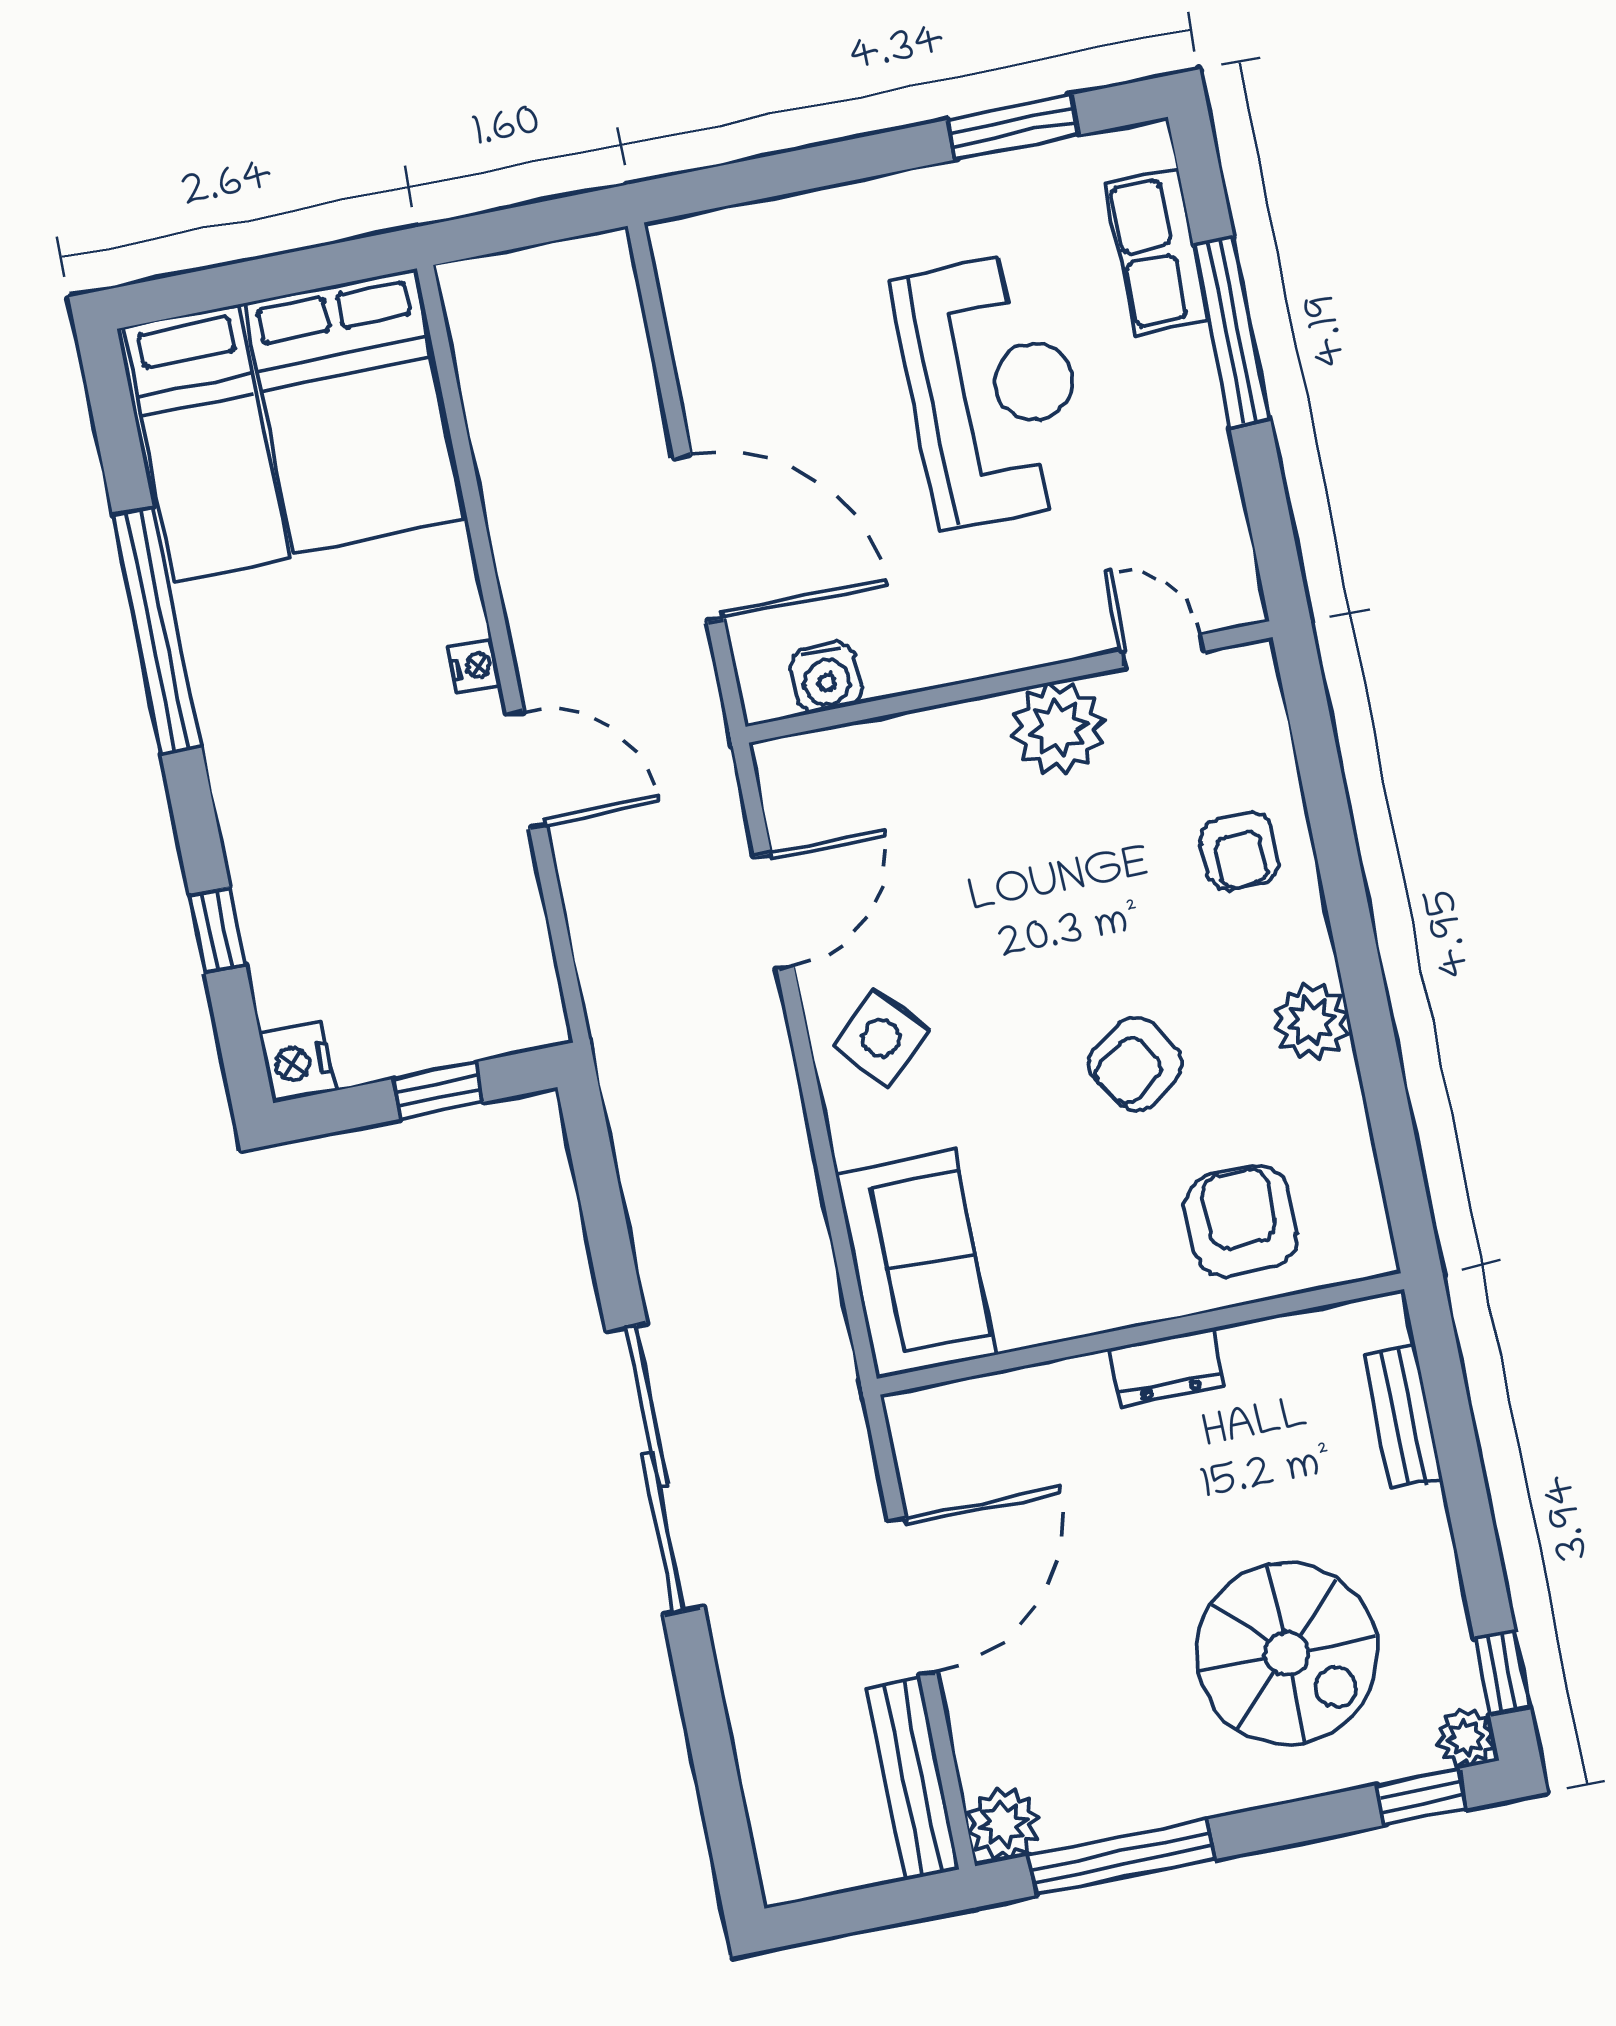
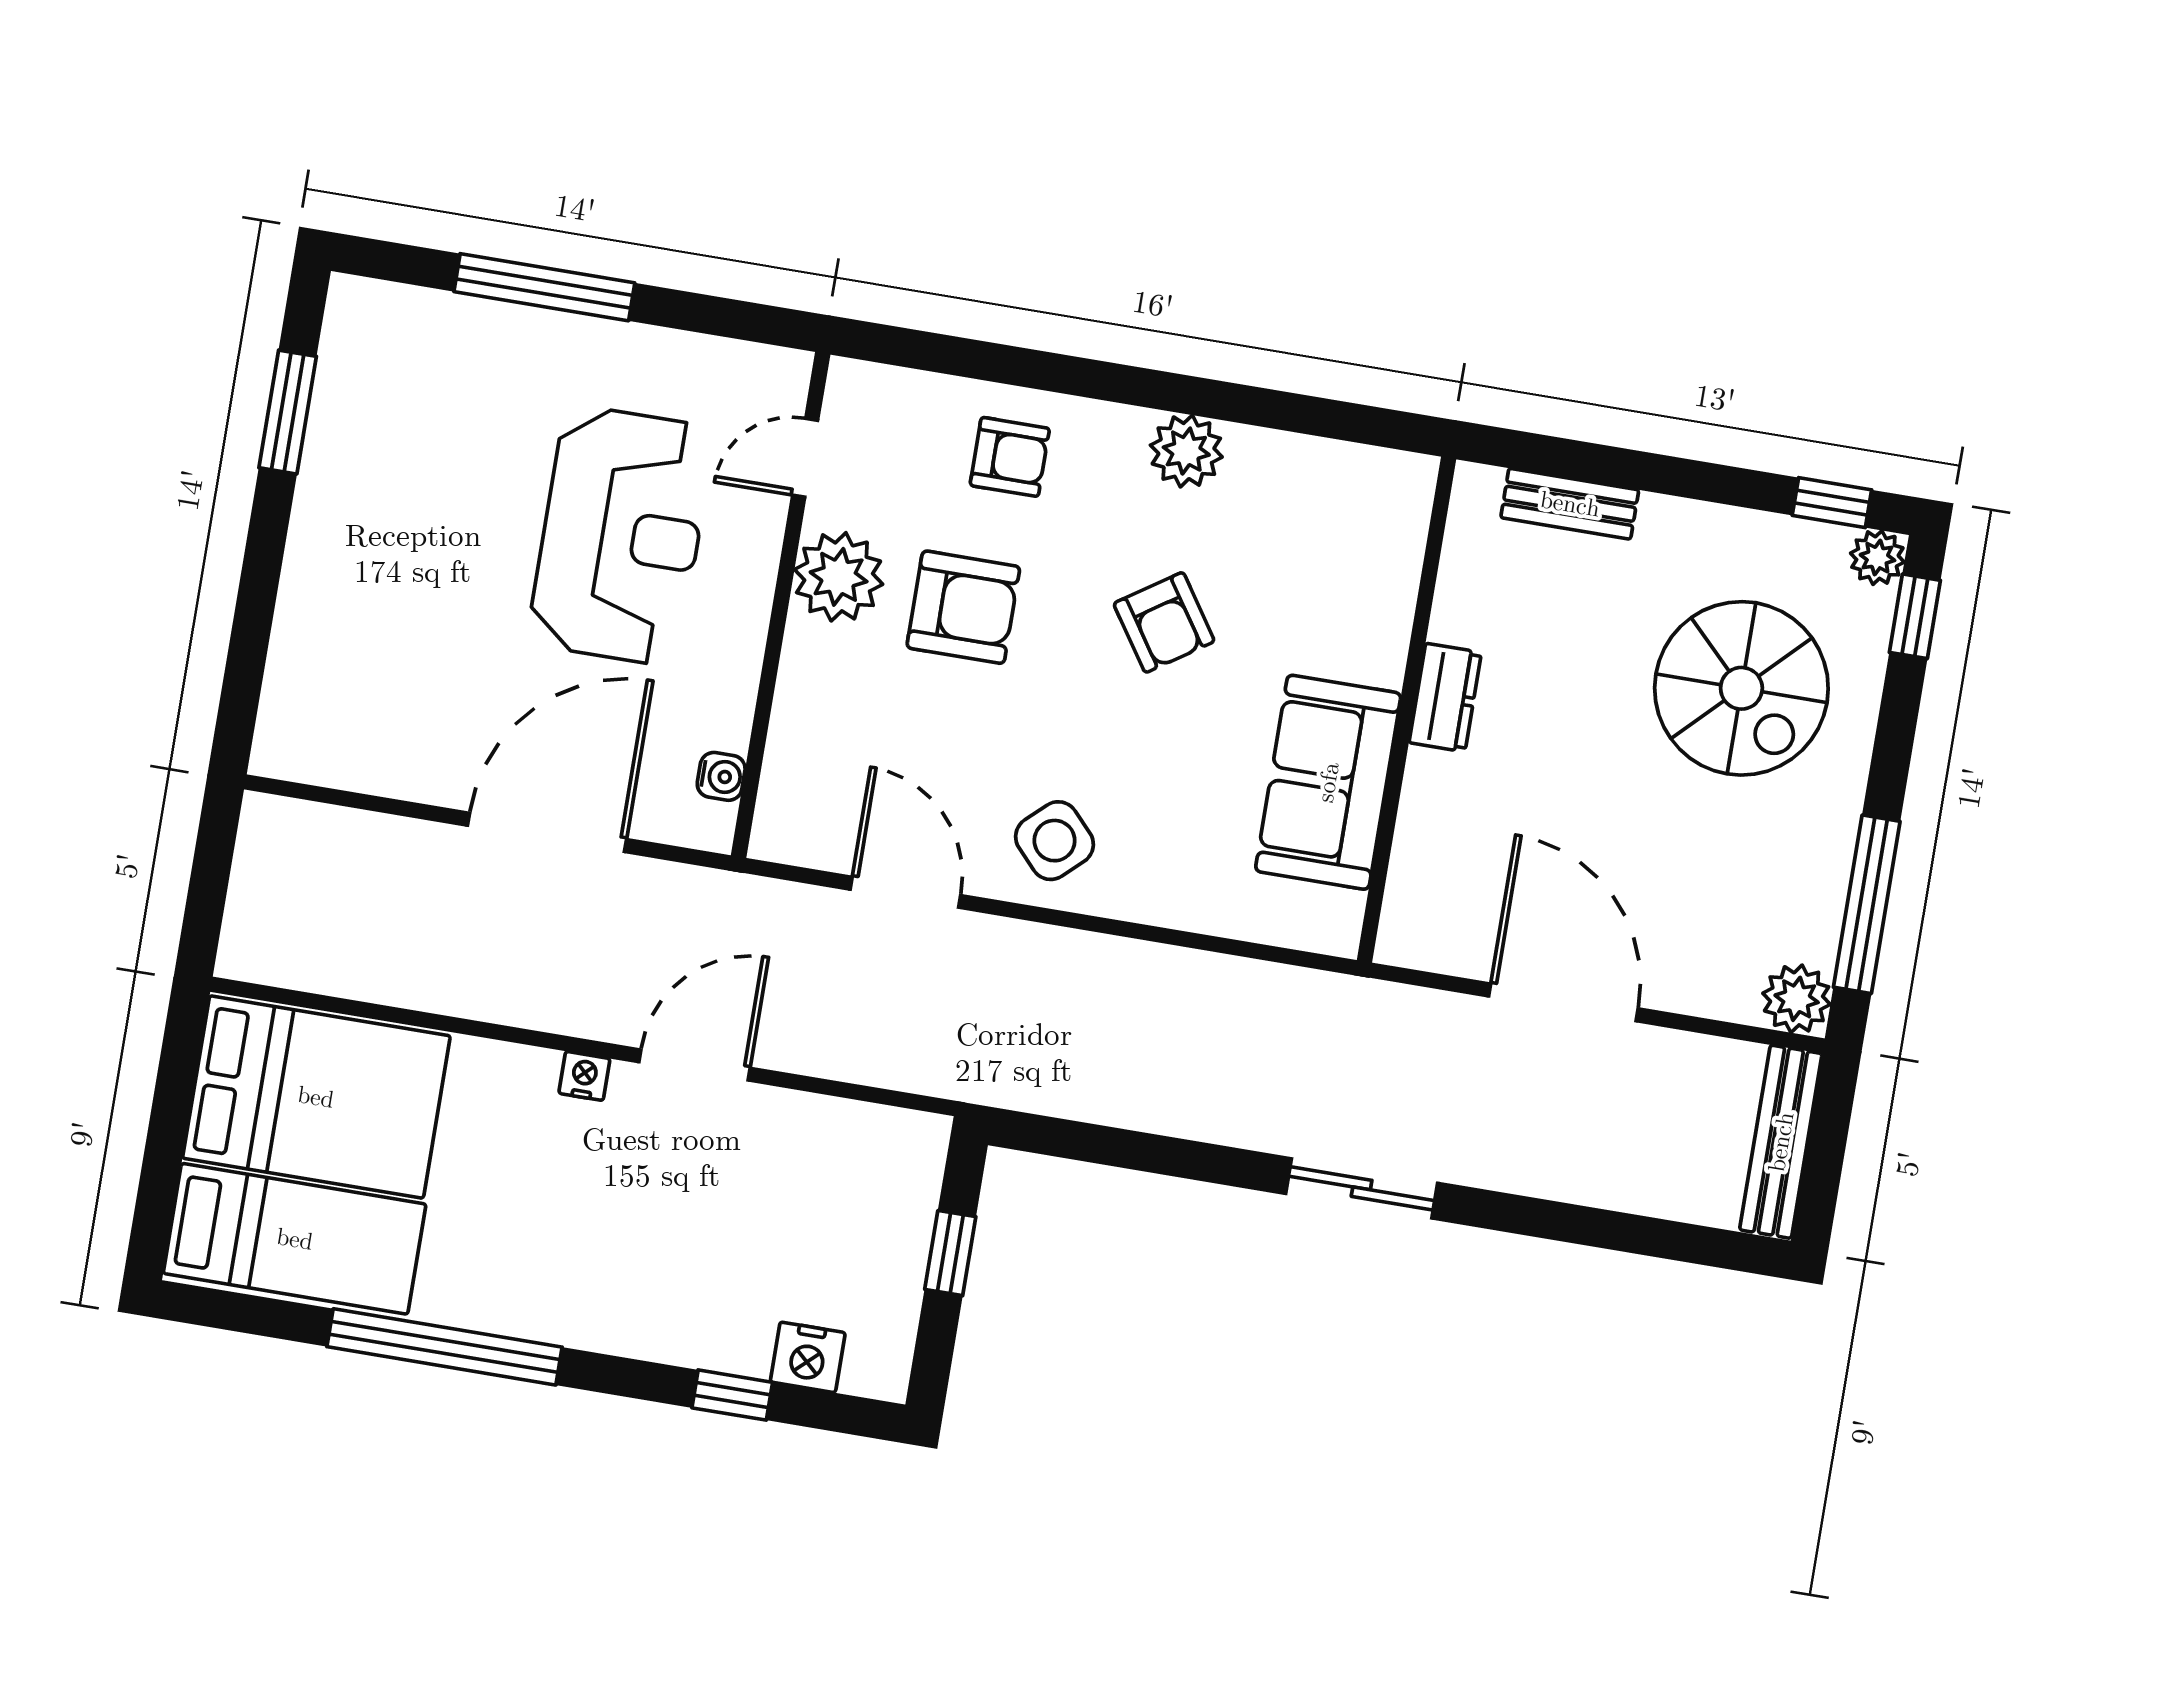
row of seats: (1157, 252) -> (448, 326), removed
reception desk: (992, 390) -> (621, 536), moved, turned 90
water cooler: (826, 677) -> (721, 776), width x0.72, depth x0.72
nightstand: (297, 1063) -> (808, 1357), moved
armchair: (1241, 1221) -> (963, 607), moved, turned 180
sofa: (915, 1265) -> (1328, 782), moved, turned -90
sliding door: (655, 1469) -> (1362, 1188), width x0.54
spiral stairs: (1287, 1654) -> (1741, 688), turned 90
bench: (913, 1779) -> (1781, 1142), moved, turned 90

